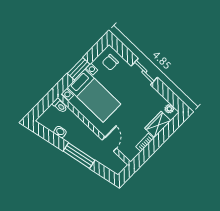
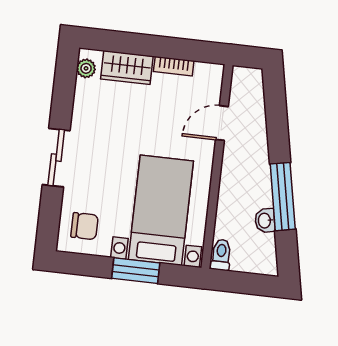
window: (79, 156) -> (283, 197), moved

